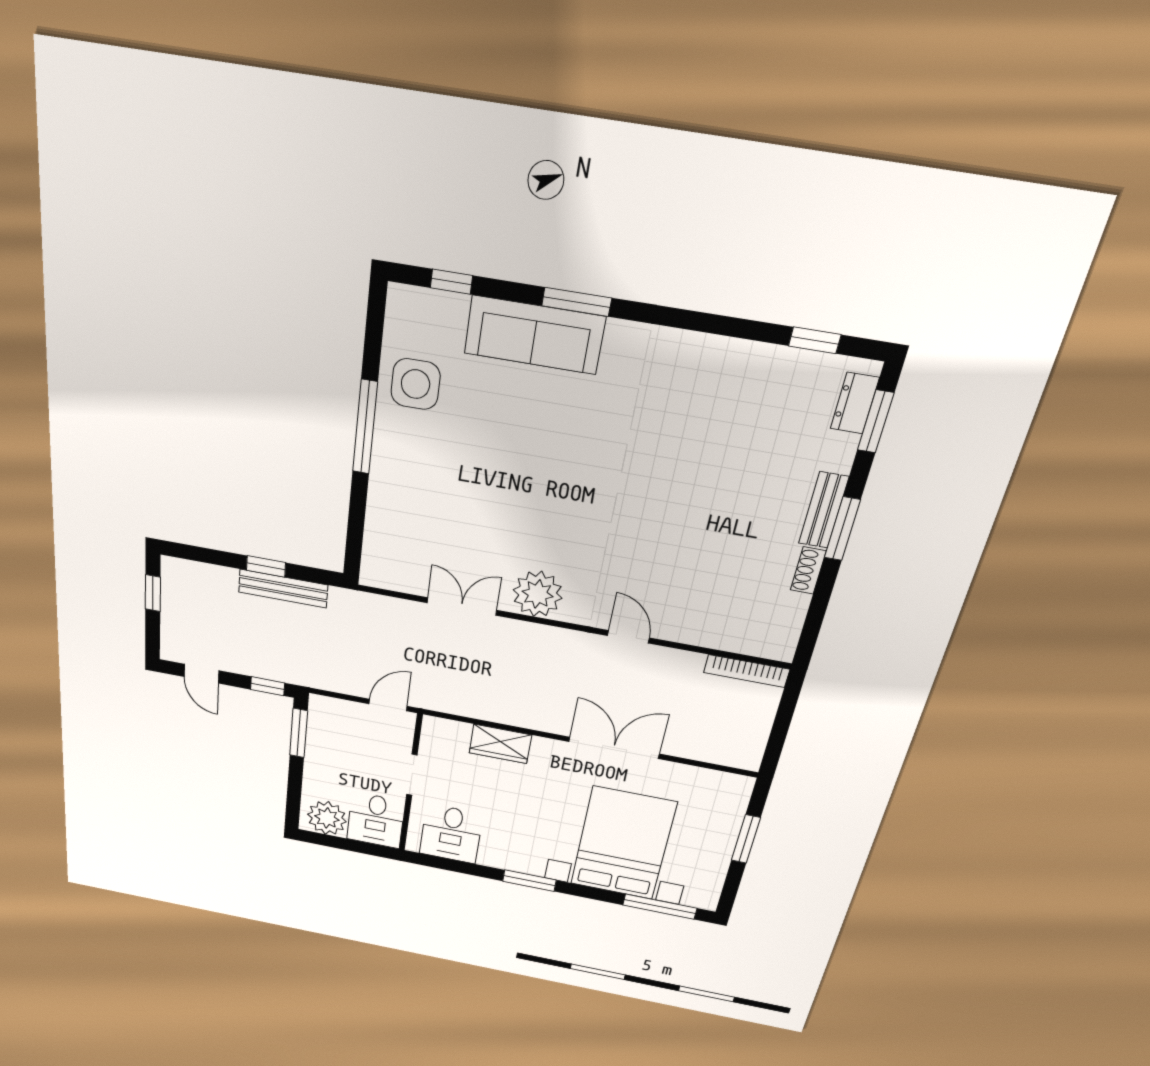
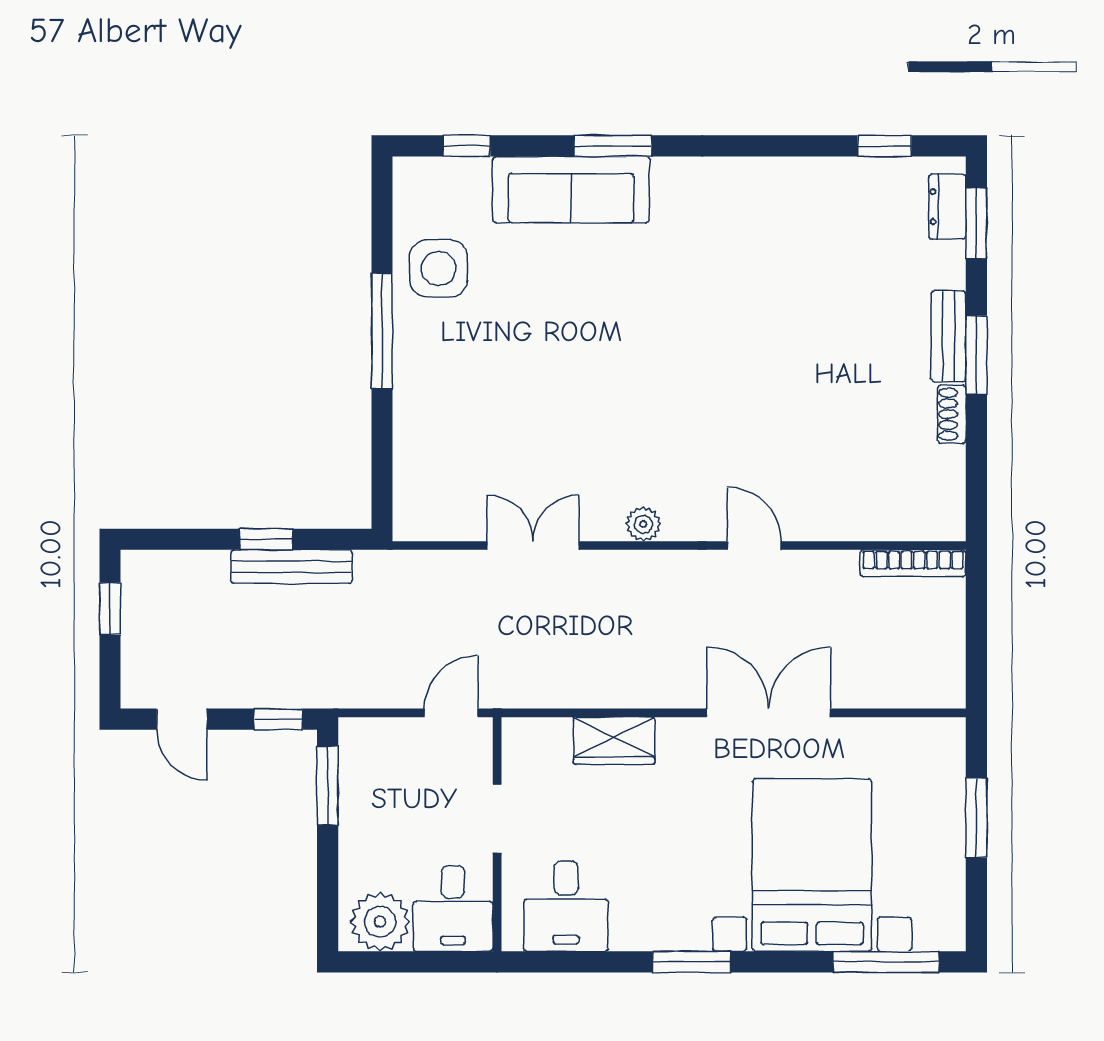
plant: (538, 594) -> (643, 524), width x0.53, depth x0.53

